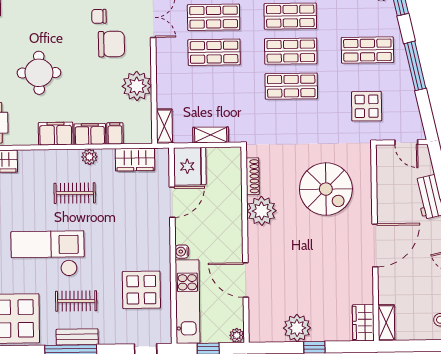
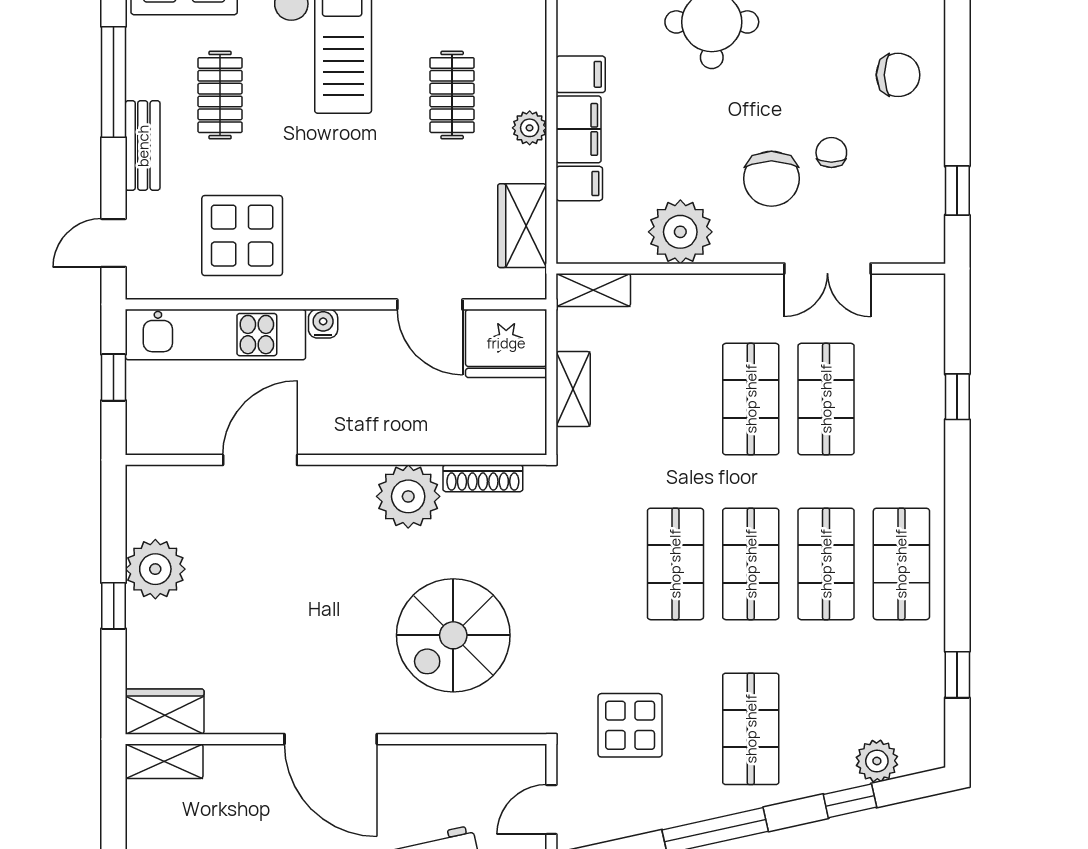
filing cabinet: (56, 134) -> (581, 74), width x0.50
plant: (237, 335) -> (141, 439), removed
bench: (77, 337) -> (143, 146), moved

